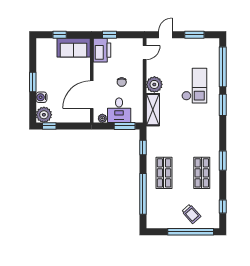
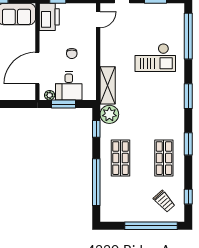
plant: (154, 84) -> (109, 114), moved
checkout: (194, 86) -> (155, 58), turned 90
window: (223, 105) -> (188, 96), moved
window: (125, 126) -> (63, 104), moved
trolley: (191, 214) -> (164, 201), moved

